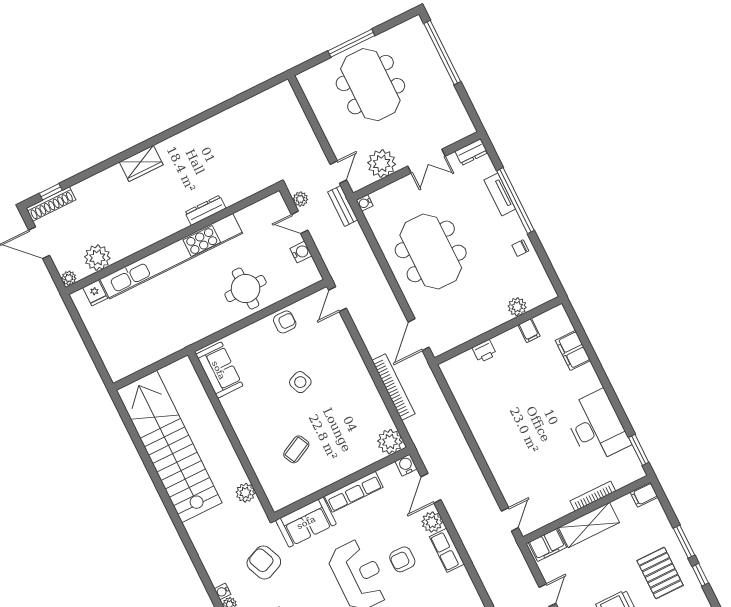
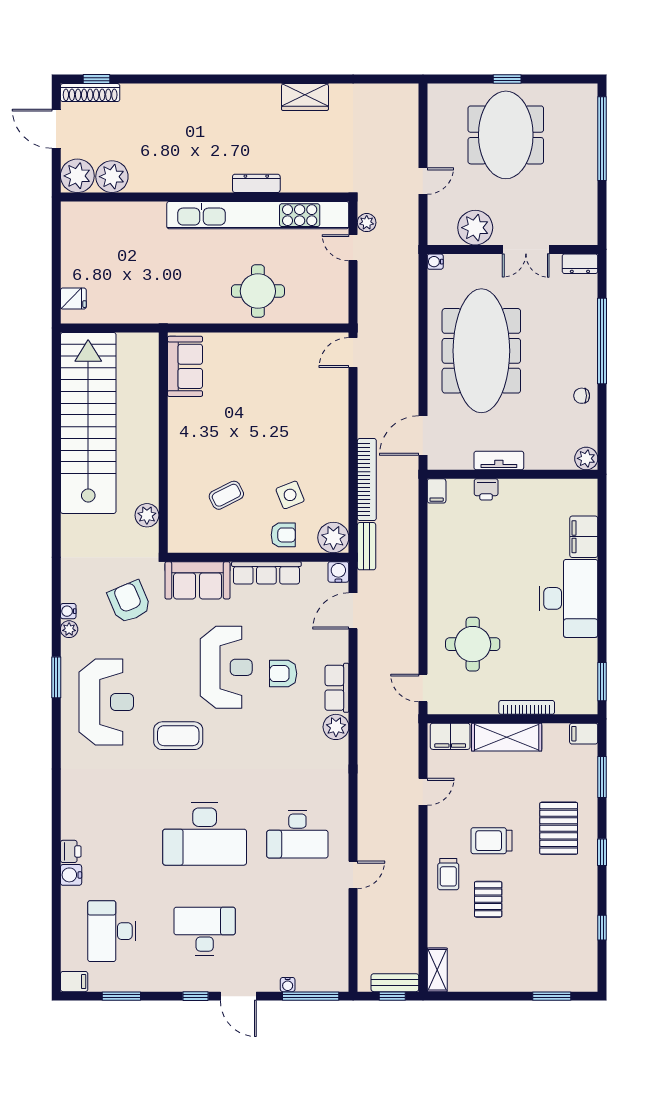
window: (351, 43) -> (507, 79), width x0.46
wardrobe: (141, 163) -> (305, 97), moved
door: (338, 172) -> (423, 181), moved
tv unit: (500, 195) -> (499, 460), moved, turned 90
bench: (343, 206) -> (367, 546), moved
meeting table: (431, 251) -> (481, 351), width x1.36
water cooler: (301, 252) -> (339, 281), removed
kitchen unit: (171, 256) -> (258, 215), moved
plant: (69, 278) -> (77, 176), width x1.87, depth x1.87
fridge: (95, 293) -> (73, 299), moved, turned -90
plant: (517, 307) -> (586, 458), moved
armchair: (285, 322) -> (283, 535), moved
filing cabinet: (529, 330) -> (437, 491), moved
side table: (300, 382) -> (290, 495), moved
desk: (596, 427) -> (568, 598), moved
round table: (530, 469) -> (473, 644), added
door: (510, 519) -> (423, 688), swing flipped
plant: (432, 522) -> (336, 727), moved
window: (684, 542) -> (602, 777), moved

